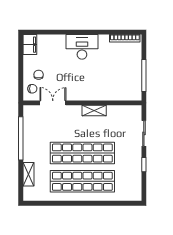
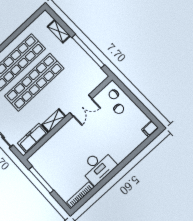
filing cabinet: (30, 45) -> (150, 129), width x0.50
desk: (82, 47) -> (98, 167), moved
double door: (53, 103) -> (81, 106), moved
freezer: (122, 112) -> (33, 138), added

